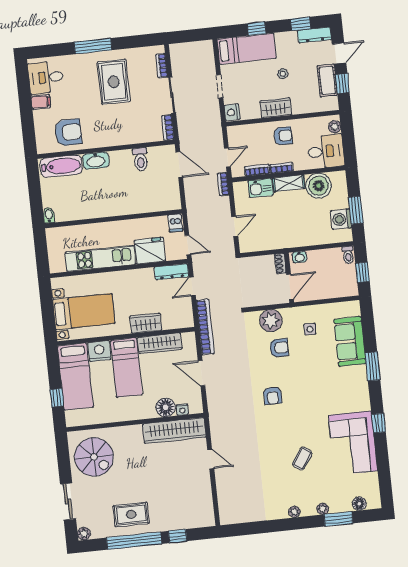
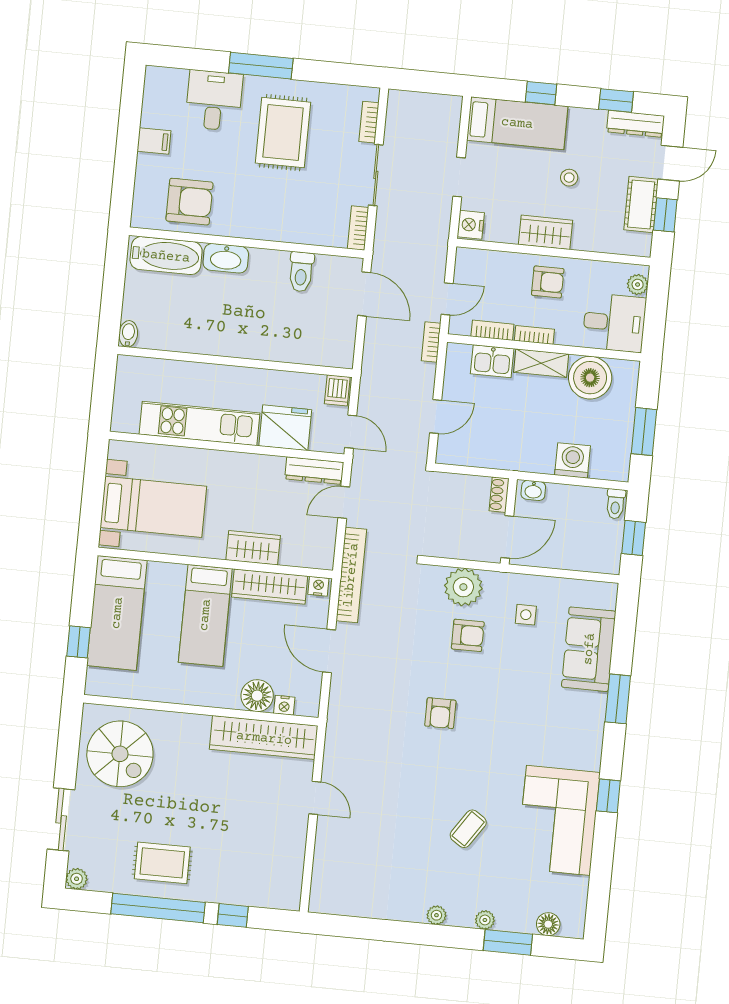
desk: (46, 77) -> (214, 100), moved, turned 90
washing machine: (341, 219) -> (573, 460), moved, turned 90
nightstand: (99, 351) -> (318, 586), moved, width x0.53, depth x0.56

